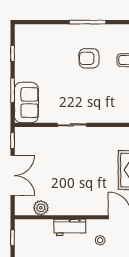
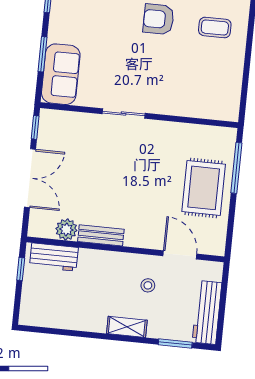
bench: (65, 209) -> (101, 235), added
workbench: (70, 227) -> (54, 257), moved

